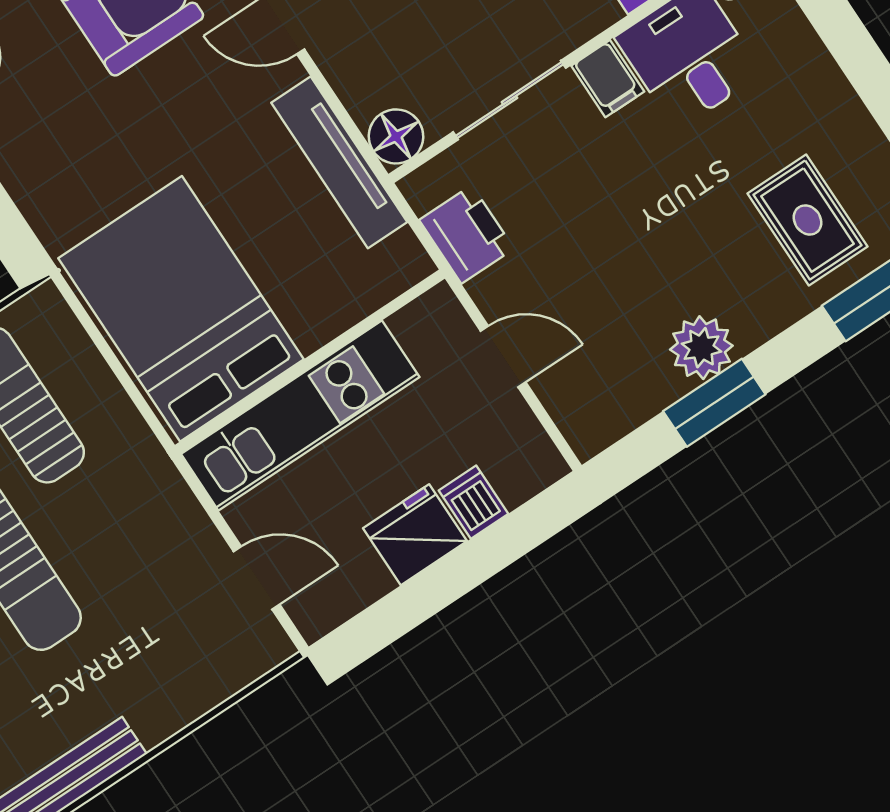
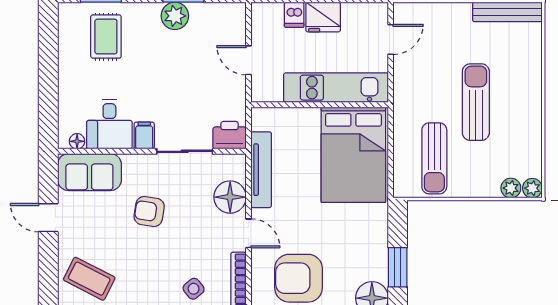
floor lamp: (396, 136) -> (230, 197), moved, width x1.38, depth x1.38
printer: (467, 234) -> (230, 135), moved, turned 90
door: (257, 578) -> (391, 39), swing flipped

